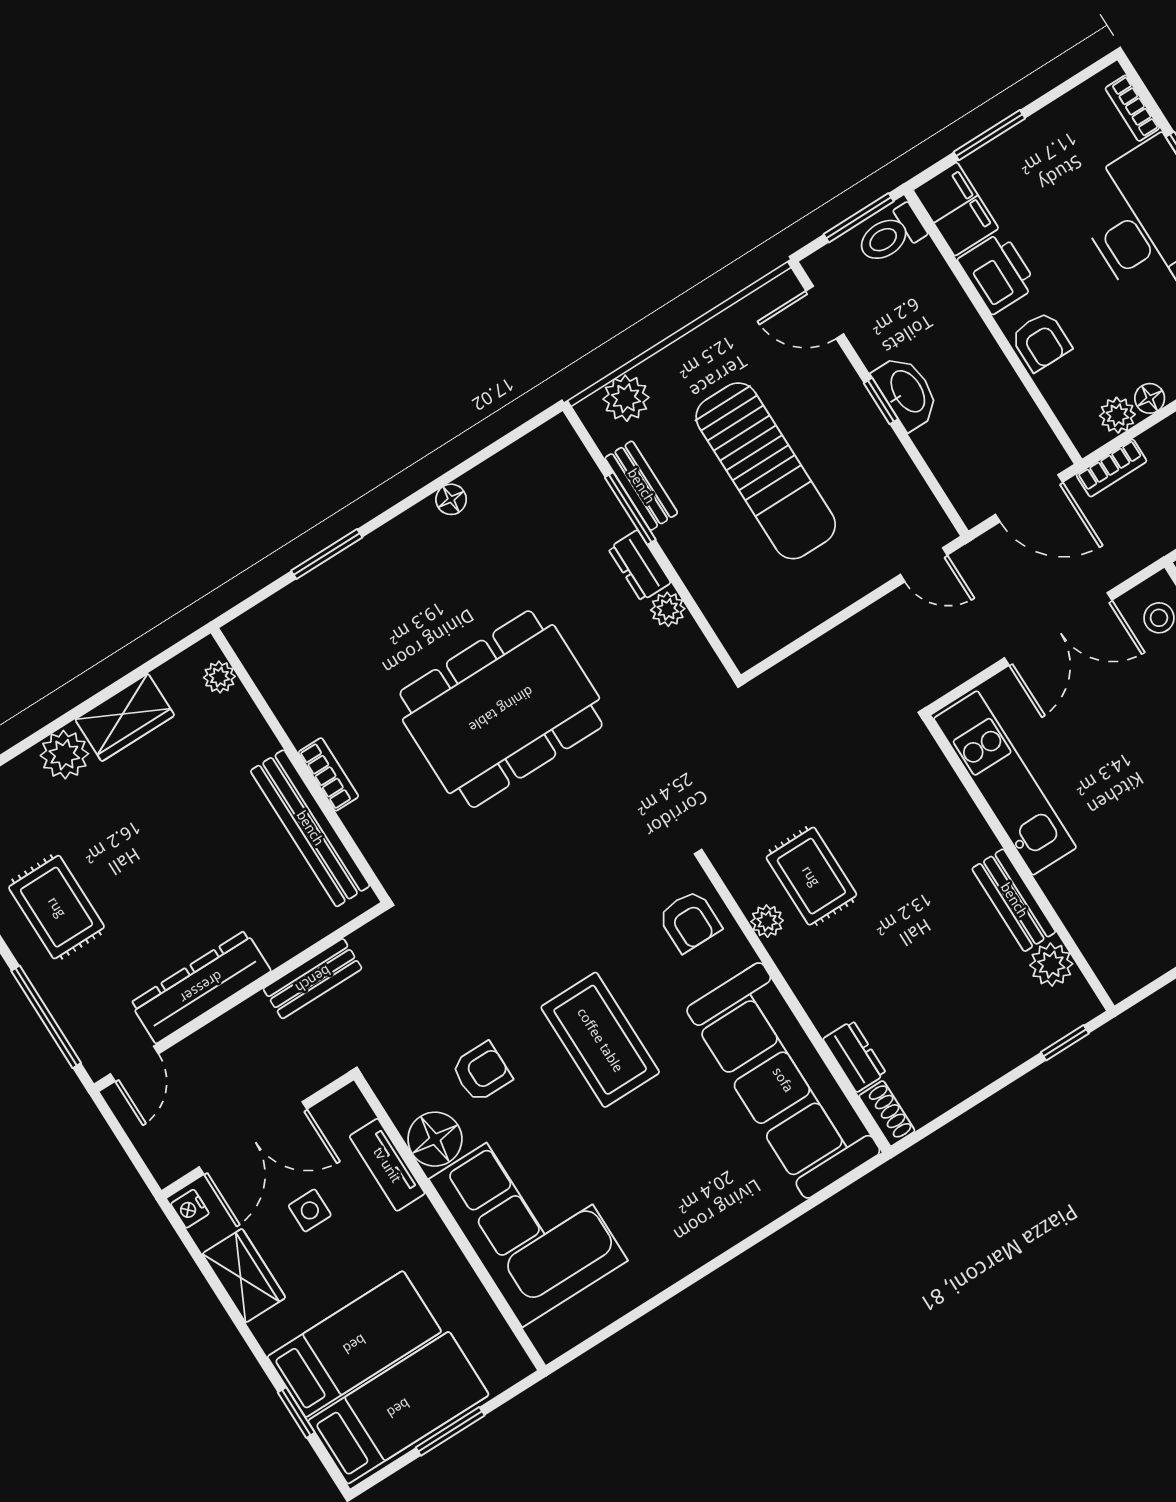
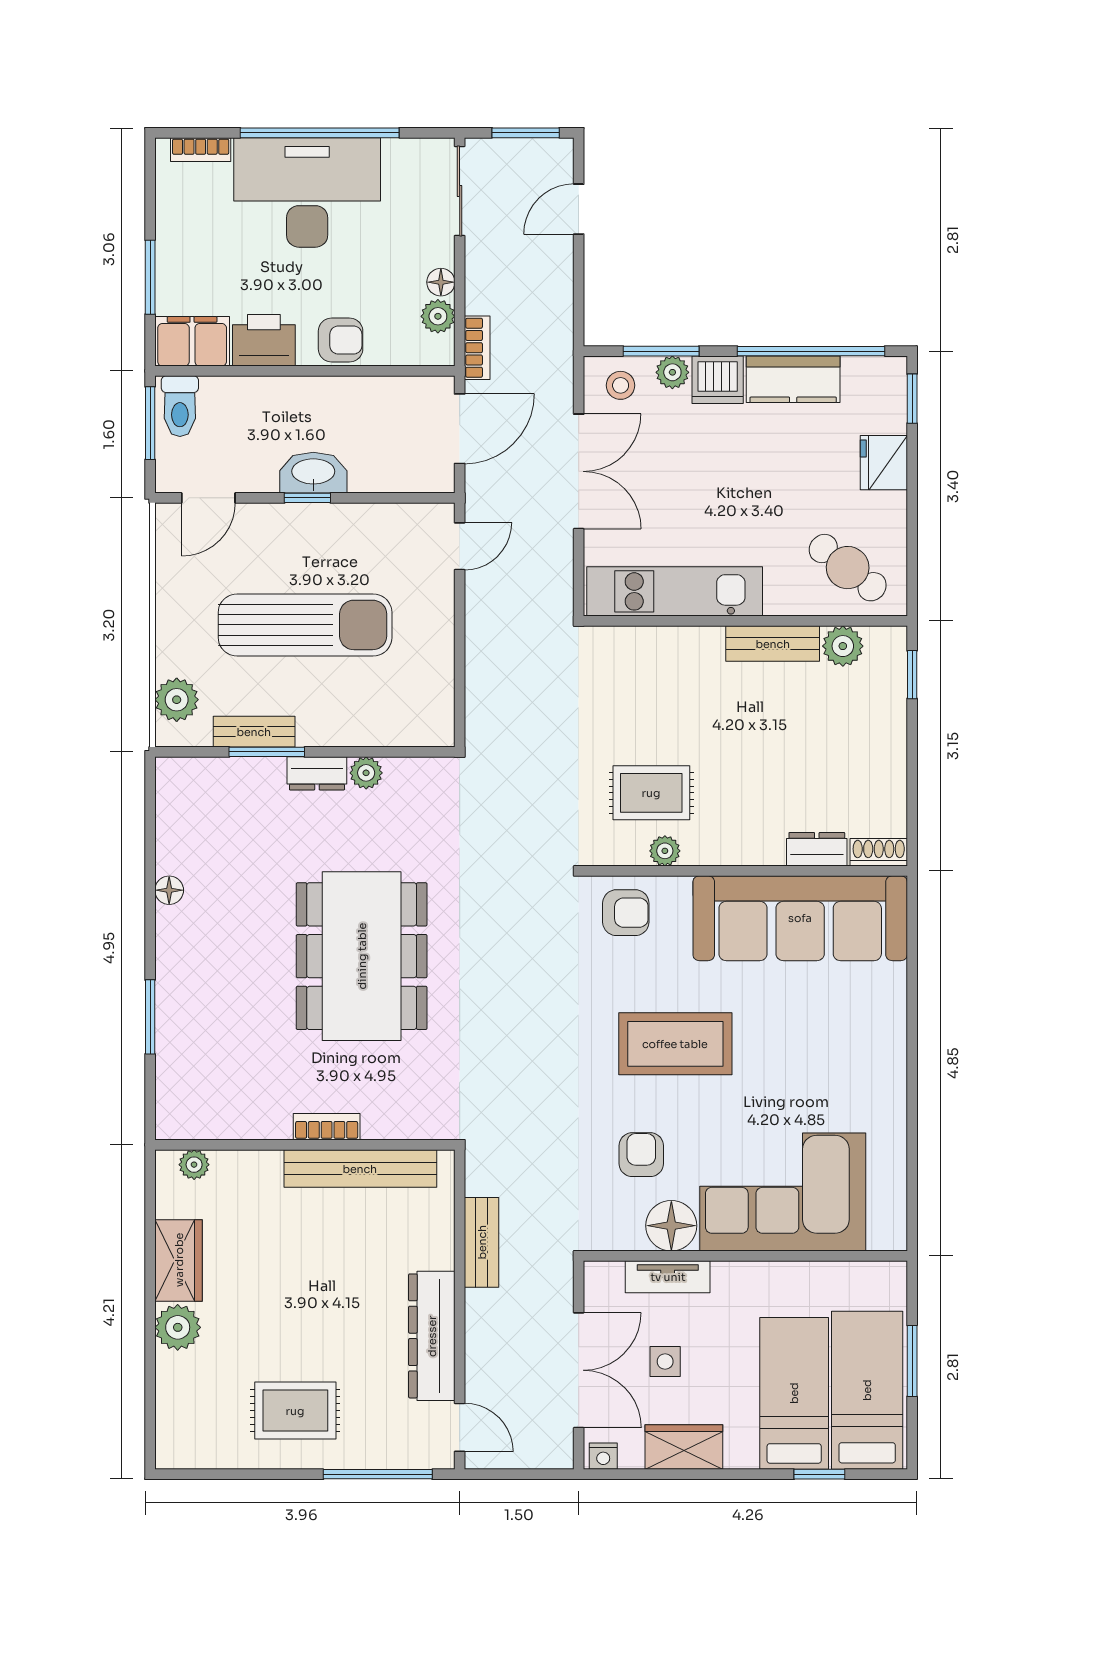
cafe table: (1124, 924) -> (848, 568), added

